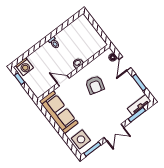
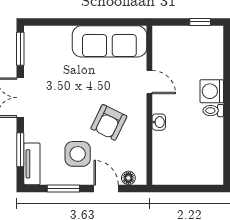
washing machine: (24, 67) -> (212, 91), moved
door: (63, 81) -> (149, 82), hinge flipped
armchair: (95, 85) -> (109, 122), turned -80
side table: (81, 139) -> (78, 154), moved

